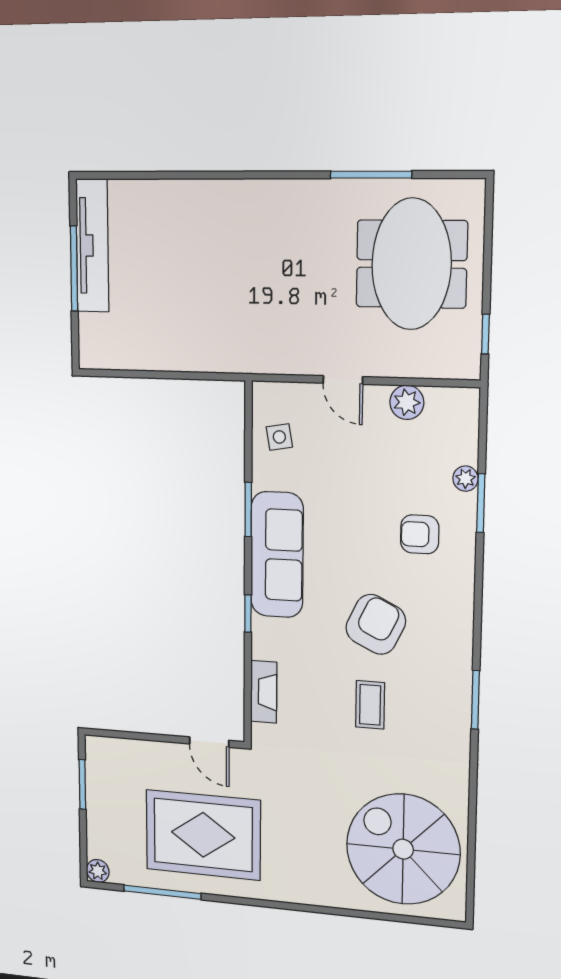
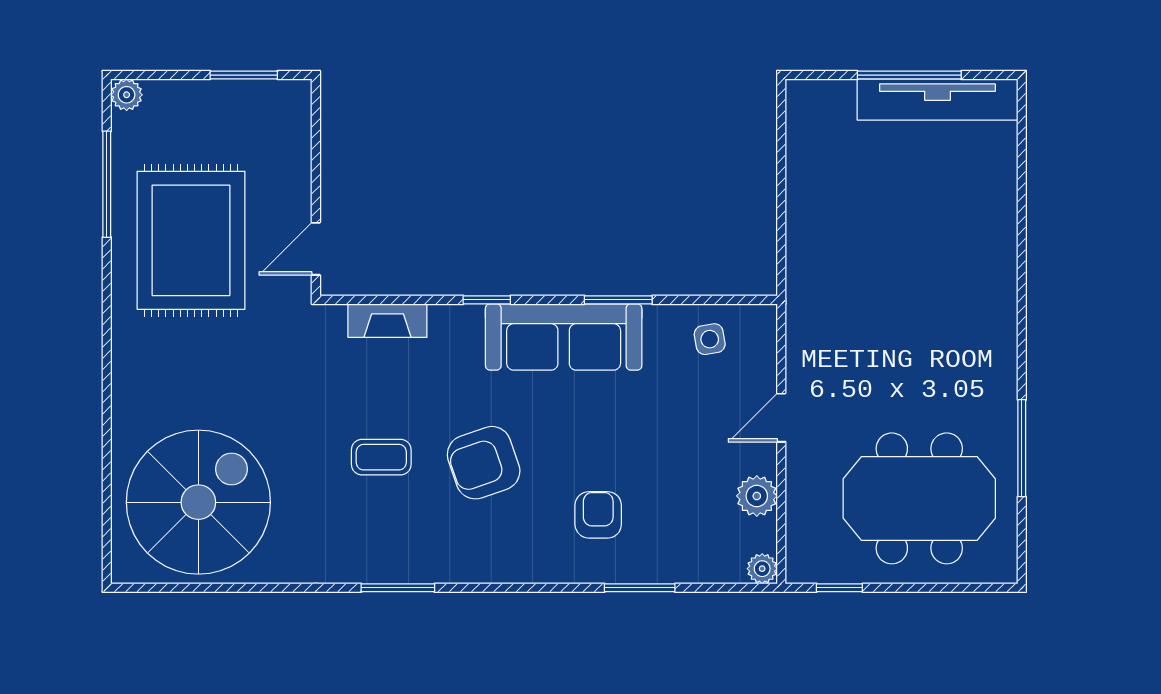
plant: (466, 479) -> (762, 569), moved
armchair: (376, 624) -> (484, 463), turned 135

